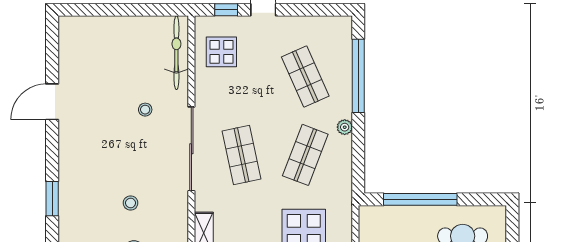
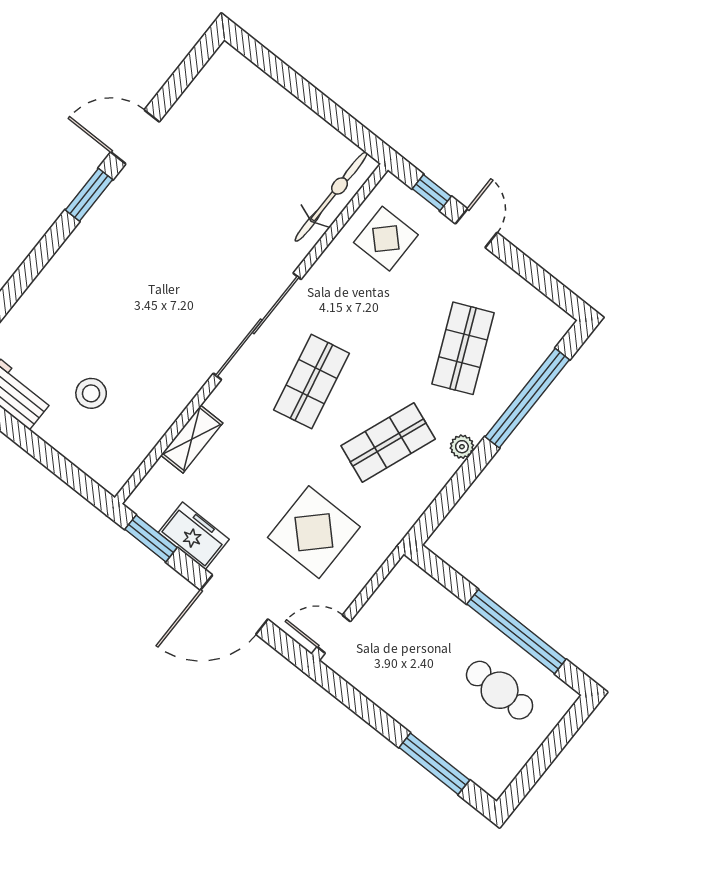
stool: (145, 110) -> (239, 235), removed
window: (52, 199) -> (89, 195), moved
window: (420, 199) -> (516, 632), moved
stool: (131, 203) -> (132, 333), removed

